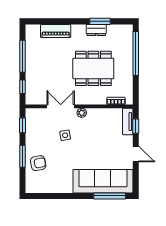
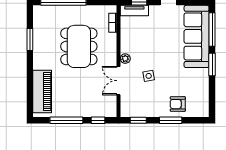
dresser: (96, 30) -> (39, 43), removed
piano: (56, 31) -> (42, 91), width x1.37, depth x1.33
armchair: (38, 163) -> (178, 104), turned -80
window: (76, 196) -> (212, 64), added

